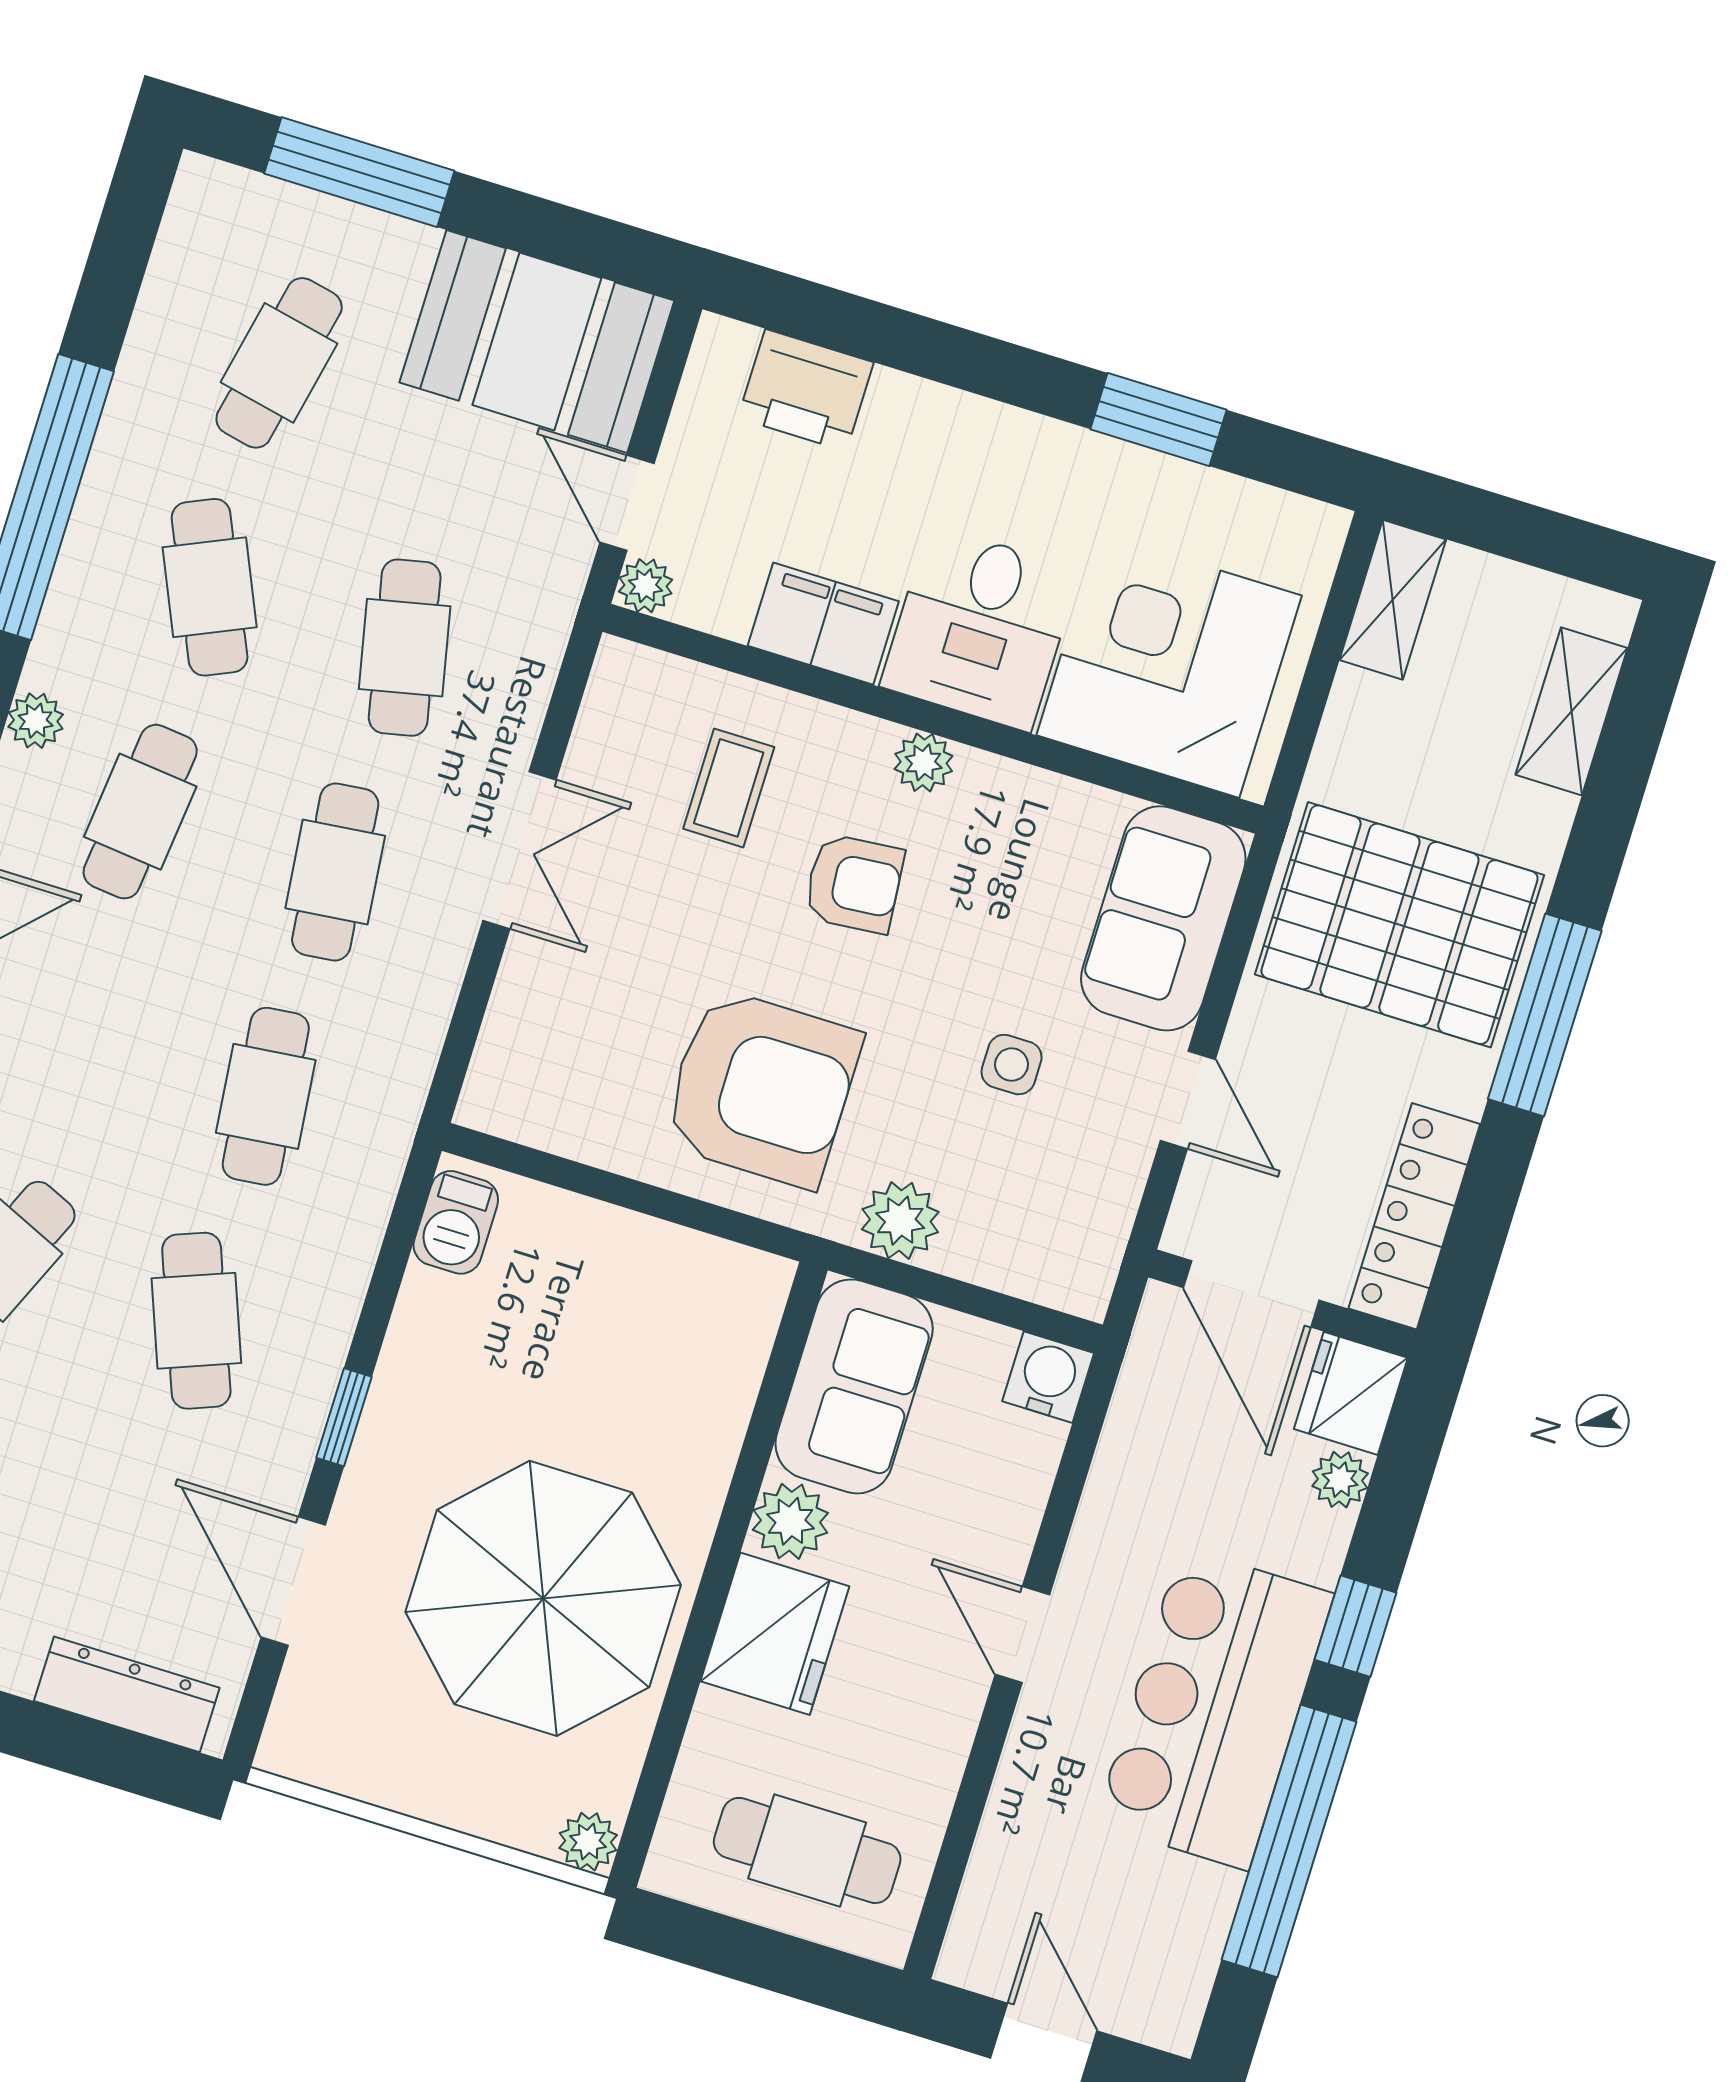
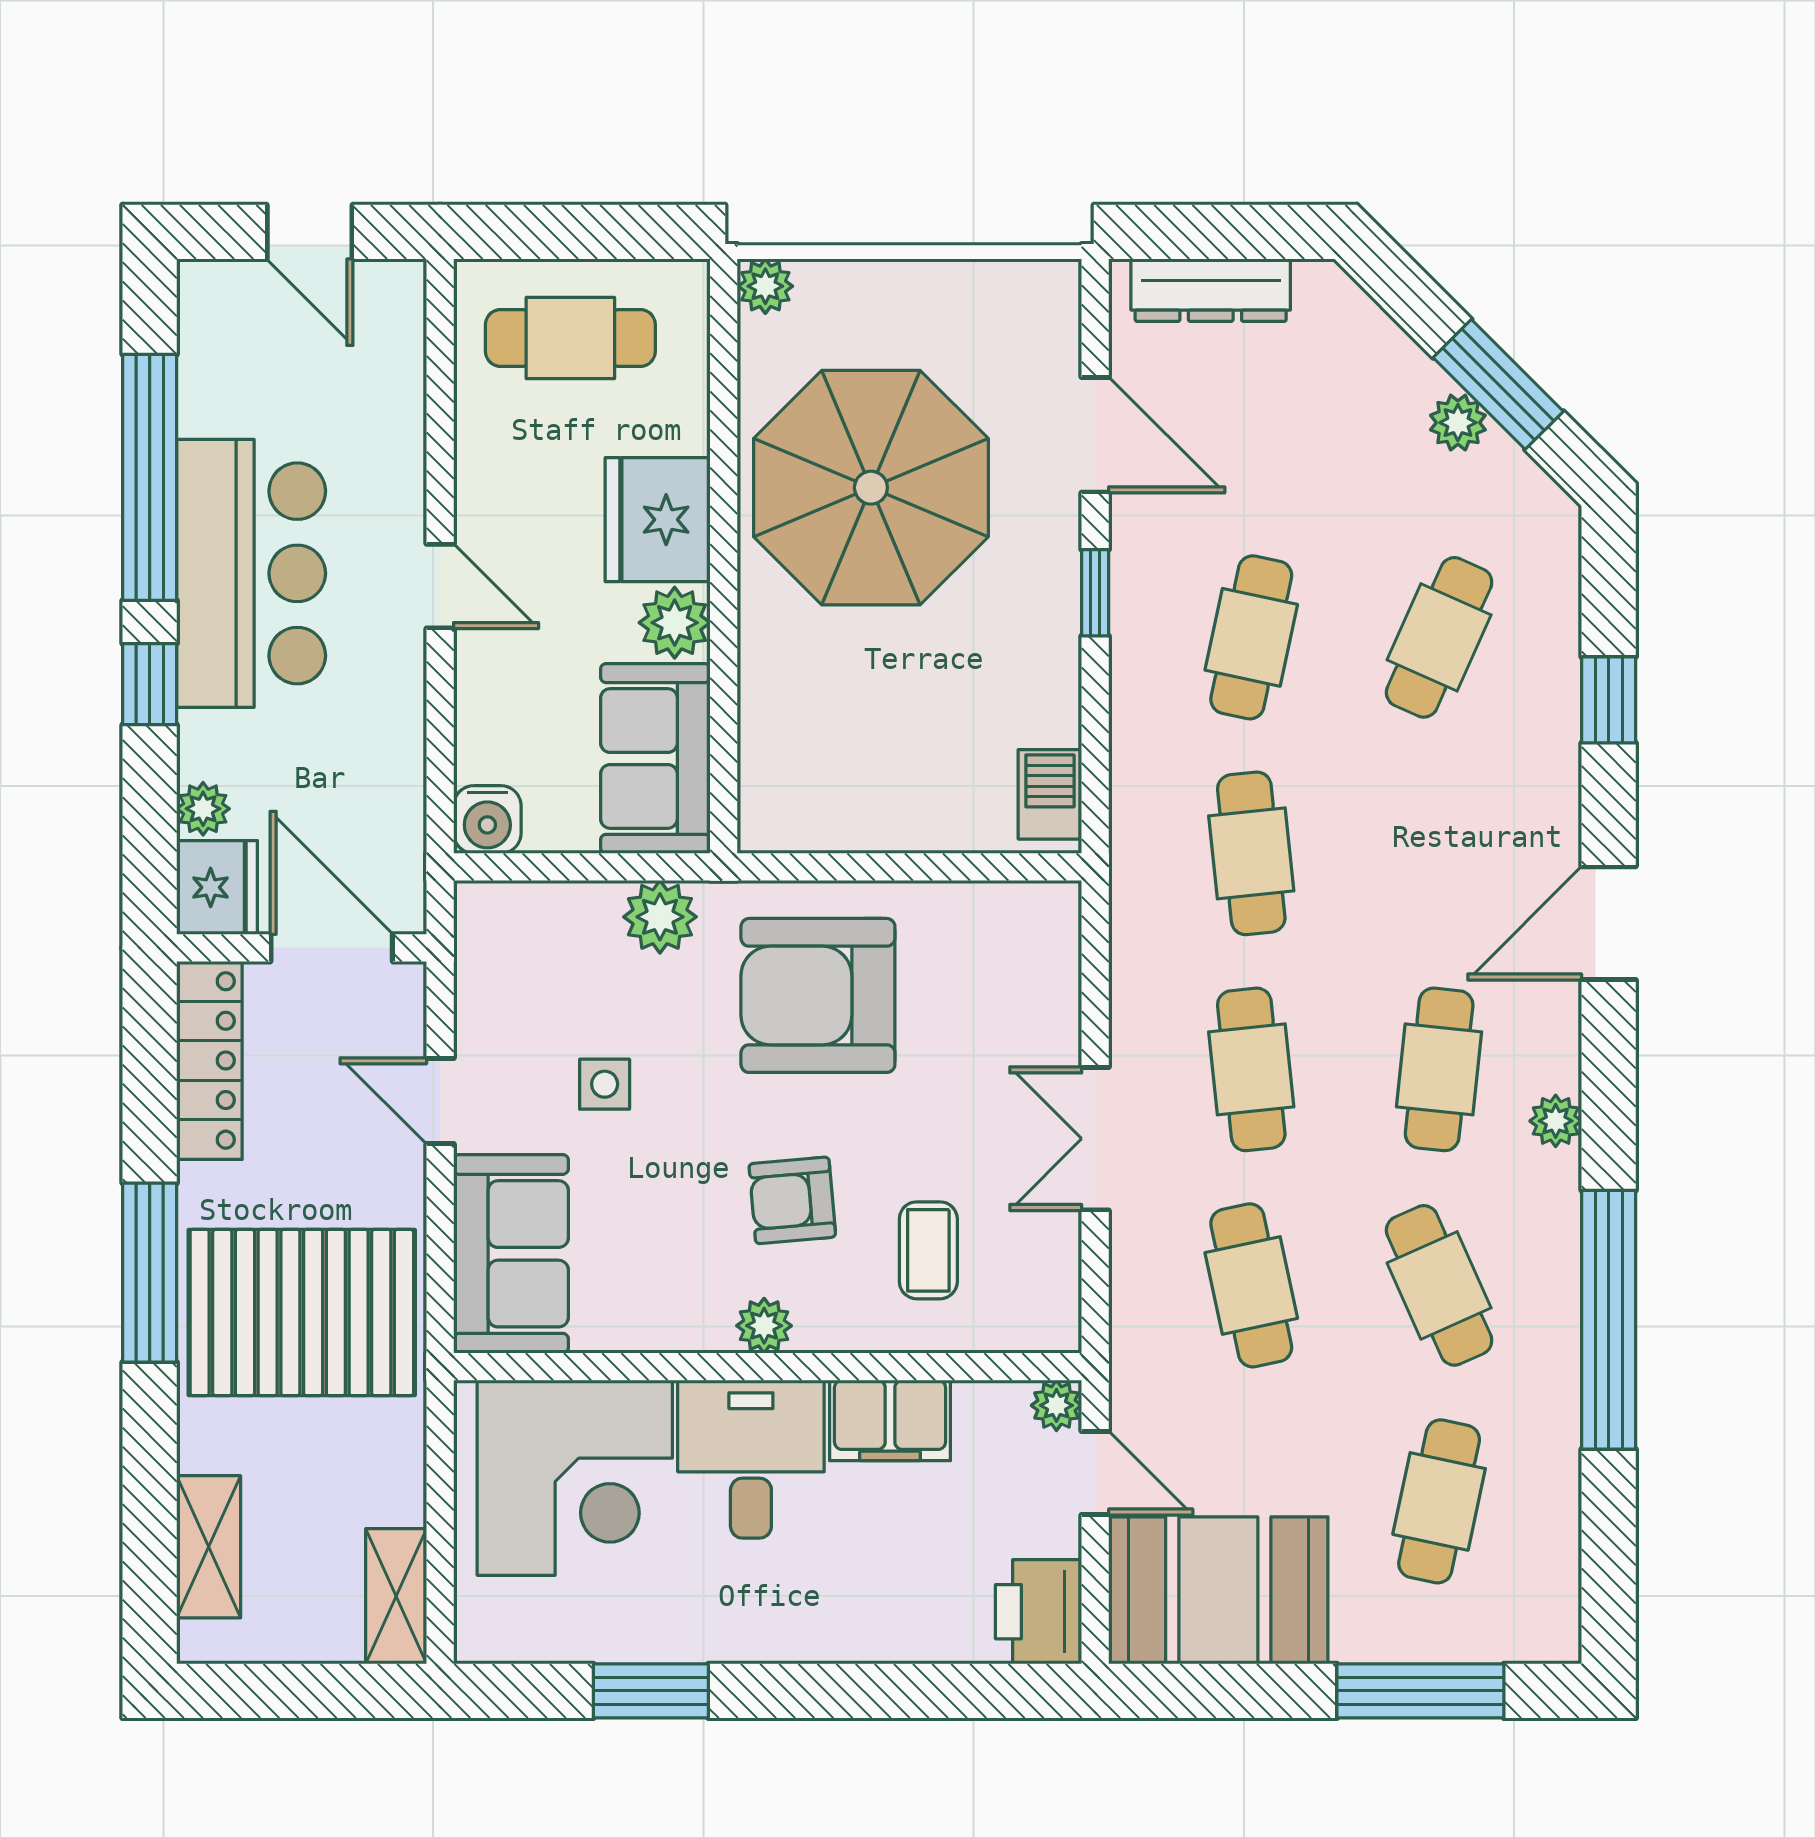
printer: (806, 390) -> (1039, 1612), moved, turned -90
cafe table: (196, 1321) -> (1251, 637), turned 33

